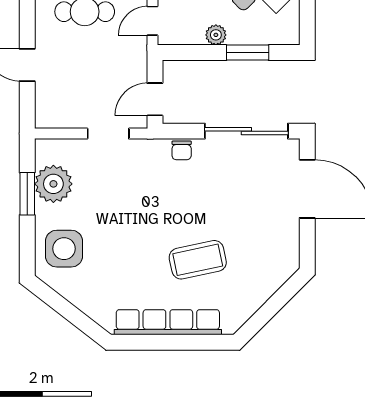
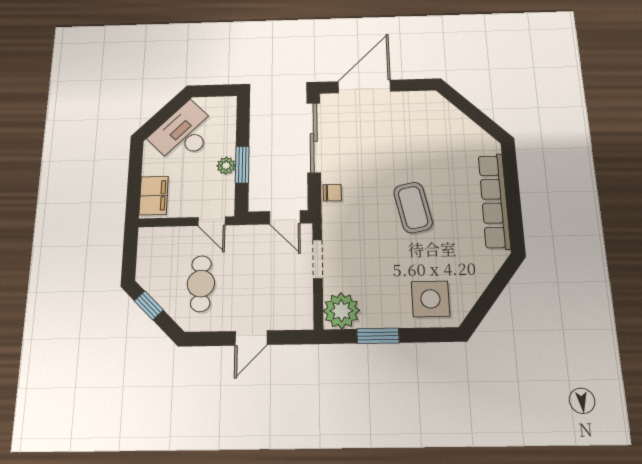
window: (248, 53) -> (242, 165), moved
plant: (53, 184) -> (341, 311), moved
coffee table: (198, 260) -> (413, 207), moved

